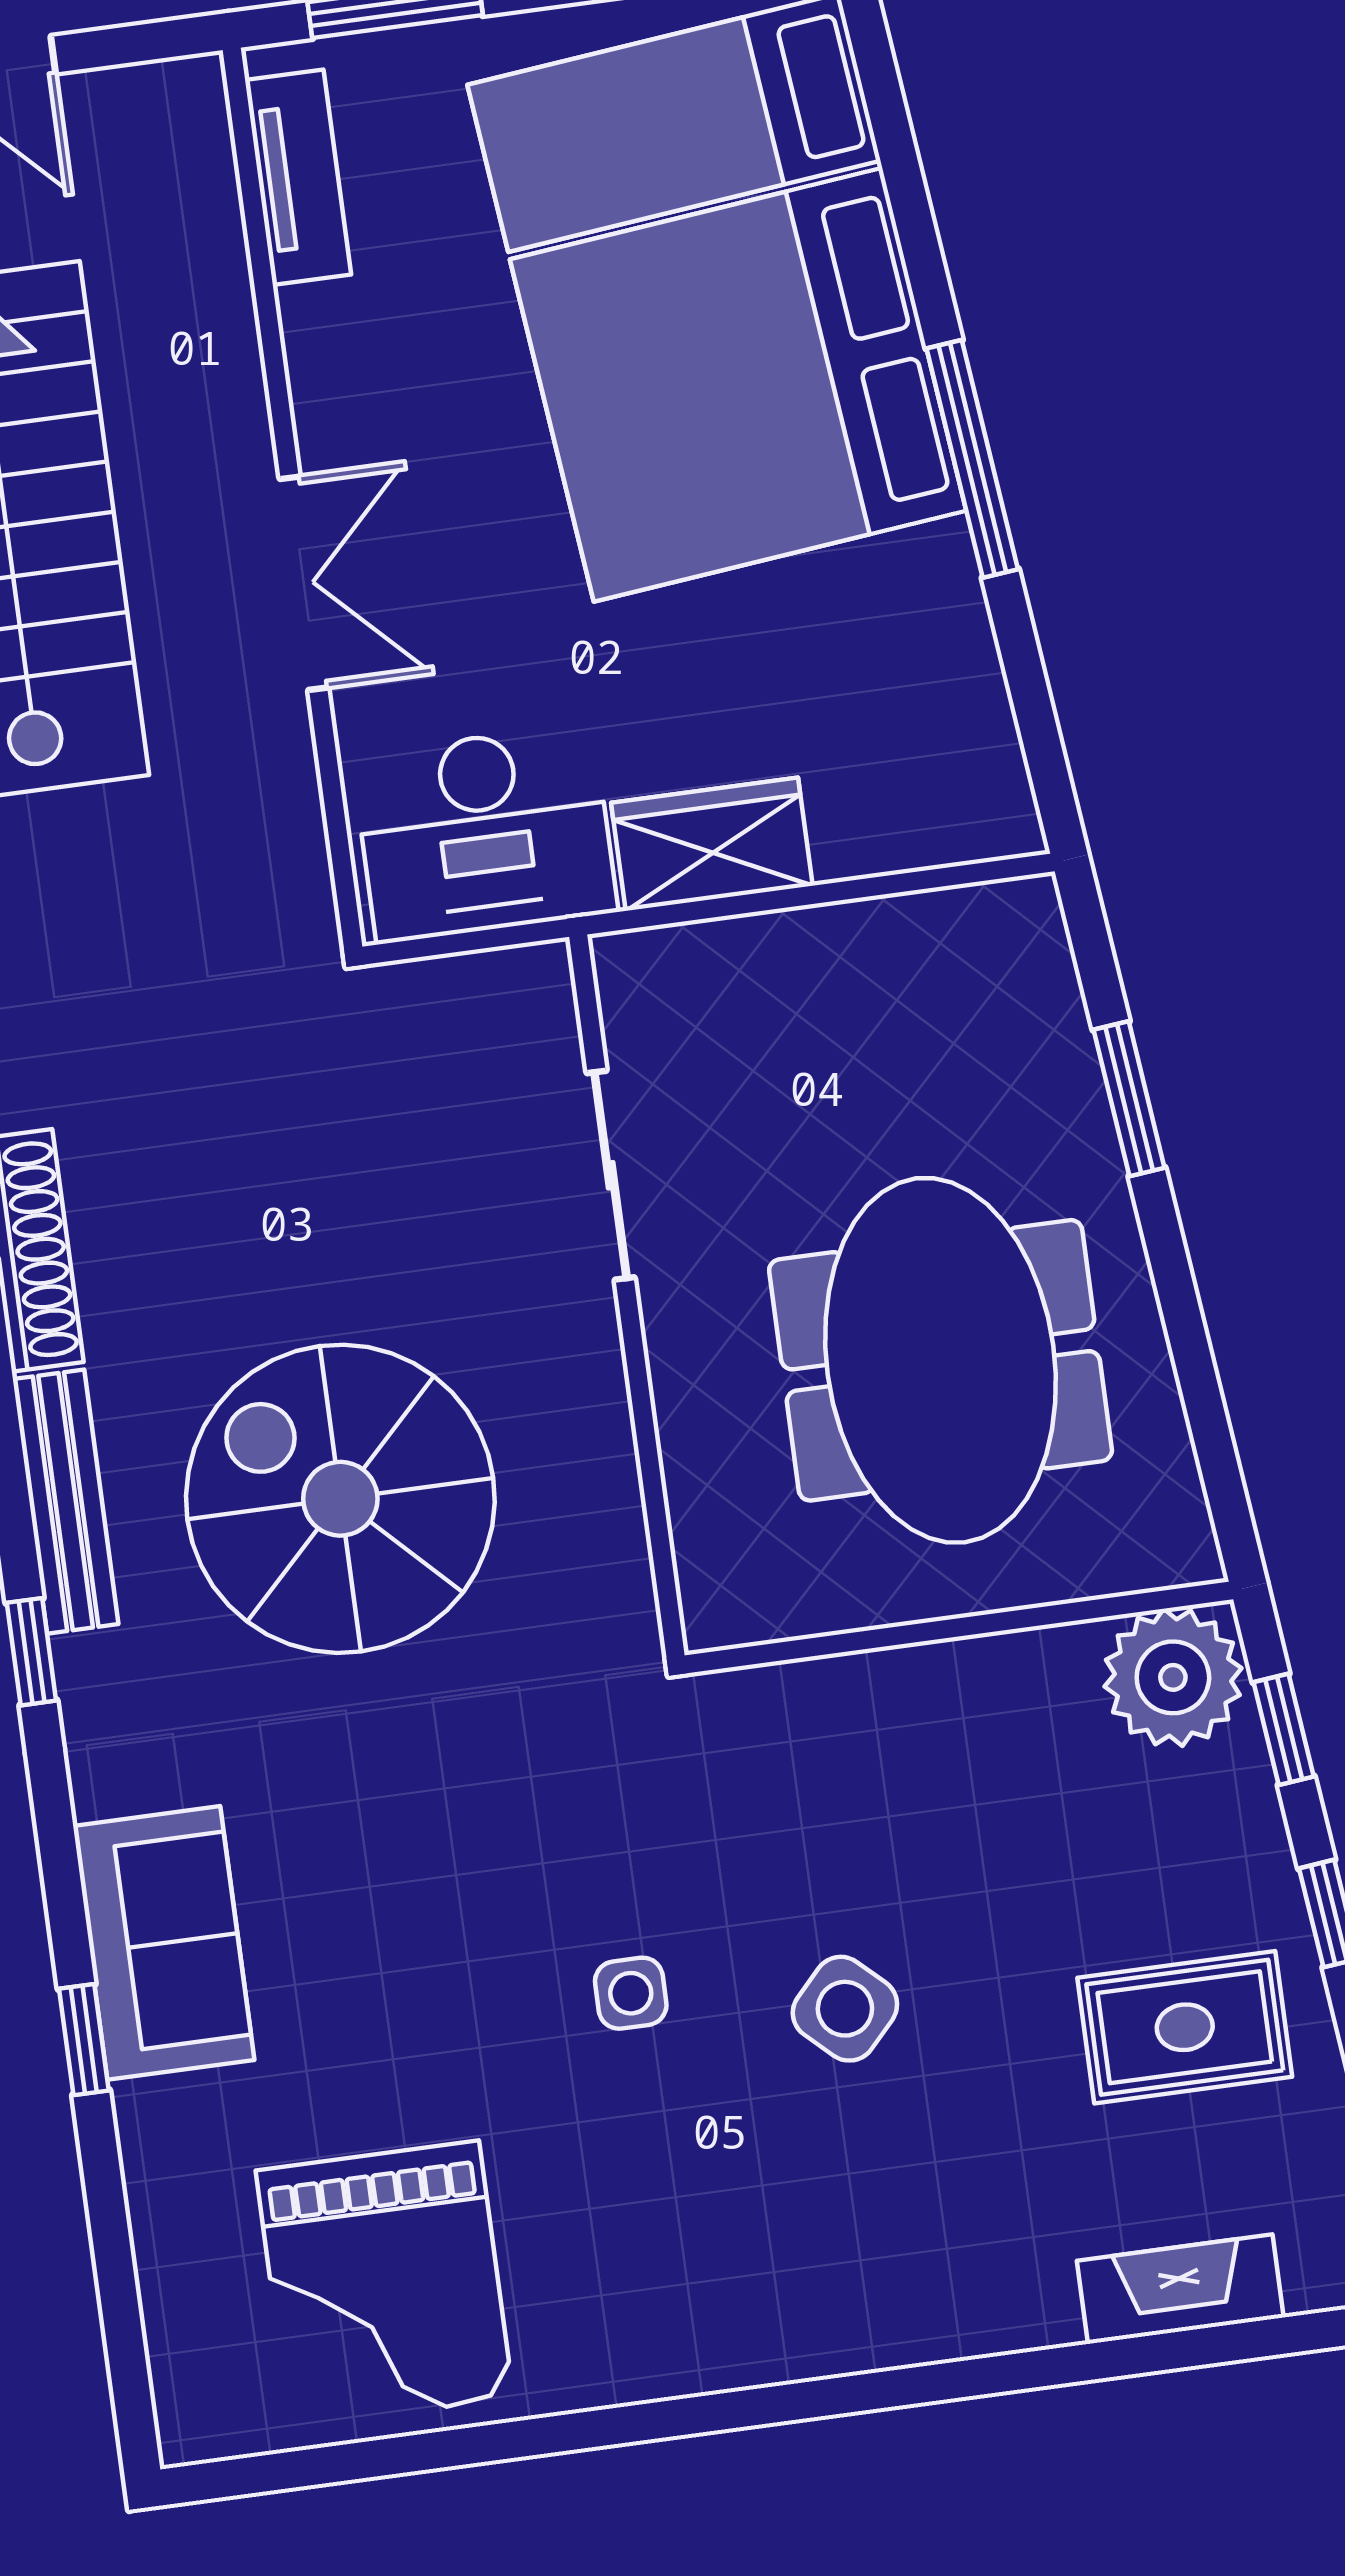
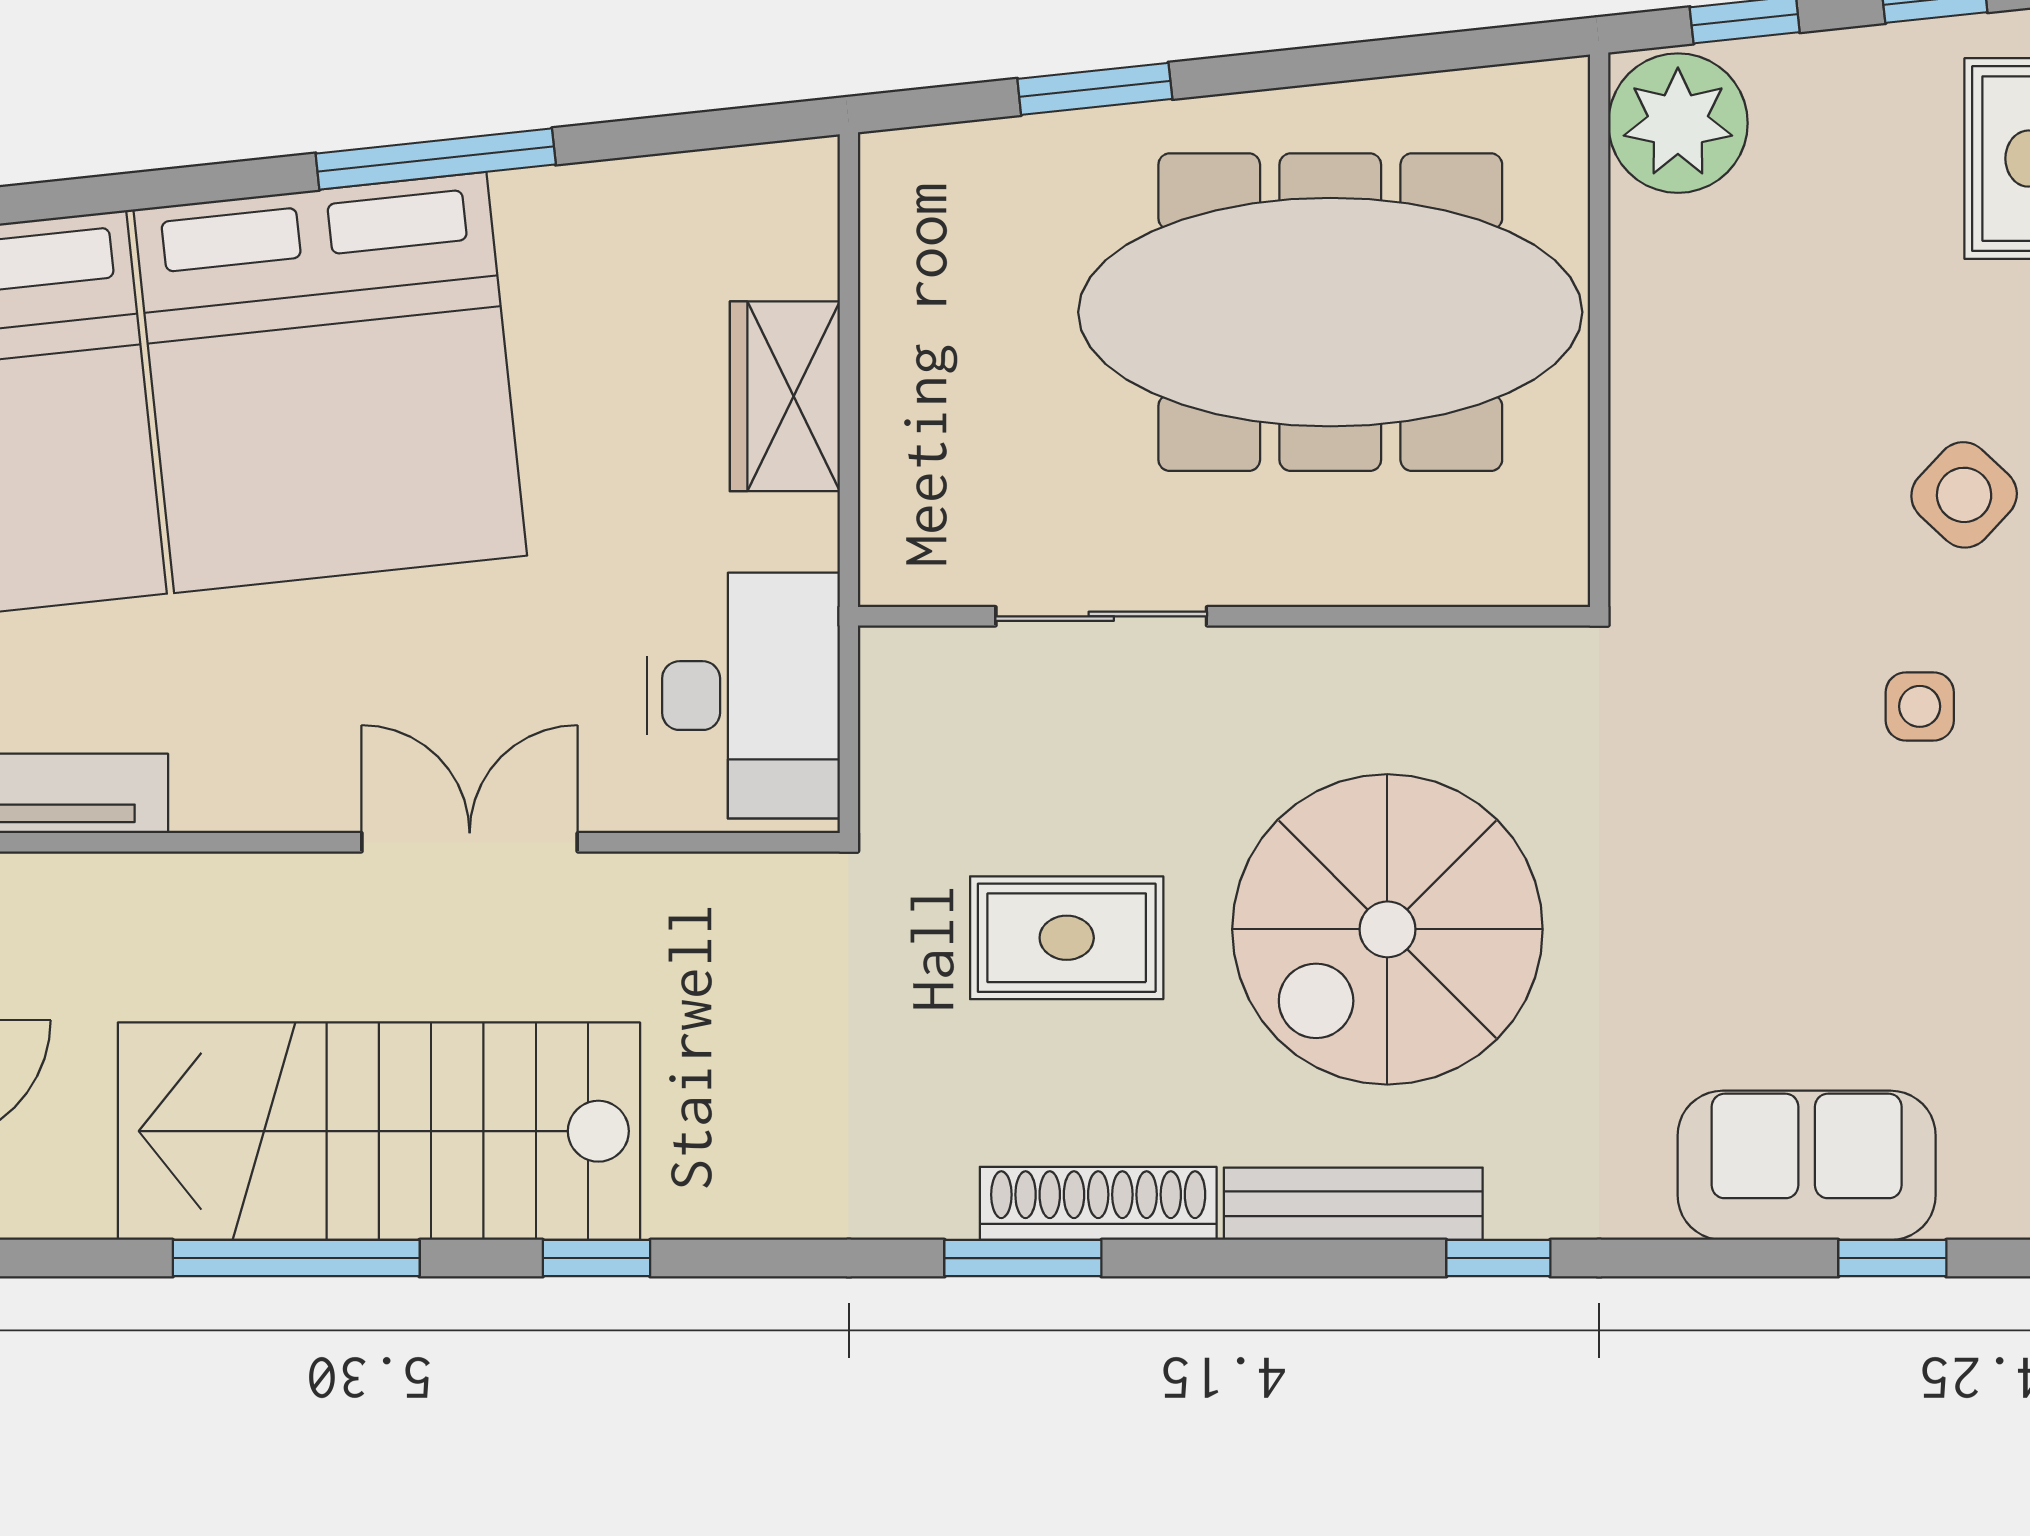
wardrobe: (712, 844) -> (785, 396), moved
rug: (289, 1184) -> (1067, 938), added
meeting table: (941, 1360) -> (1330, 312), width x1.36

